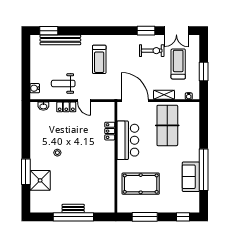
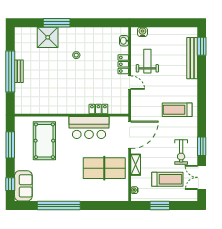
treadmill: (99, 59) -> (177, 110), moved
door: (84, 101) -> (130, 83), swing flipped
sofa: (191, 177) -> (23, 186), moved, turned 90

